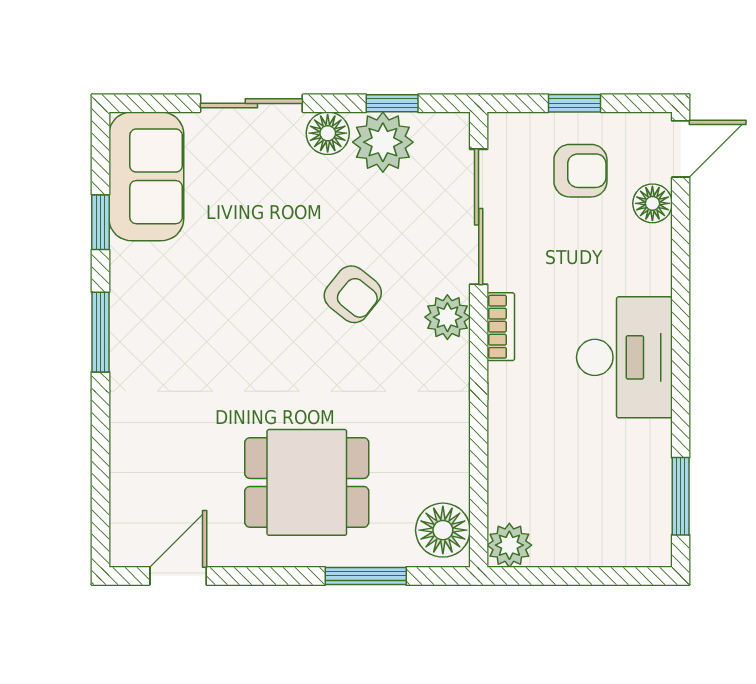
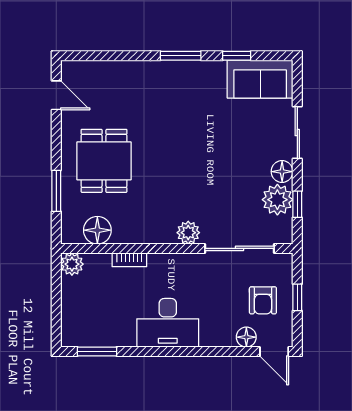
armchair: (353, 294) -> (200, 184), removed
bookcase: (501, 327) -> (129, 260), moved
floor lamp: (443, 530) -> (97, 230), moved

